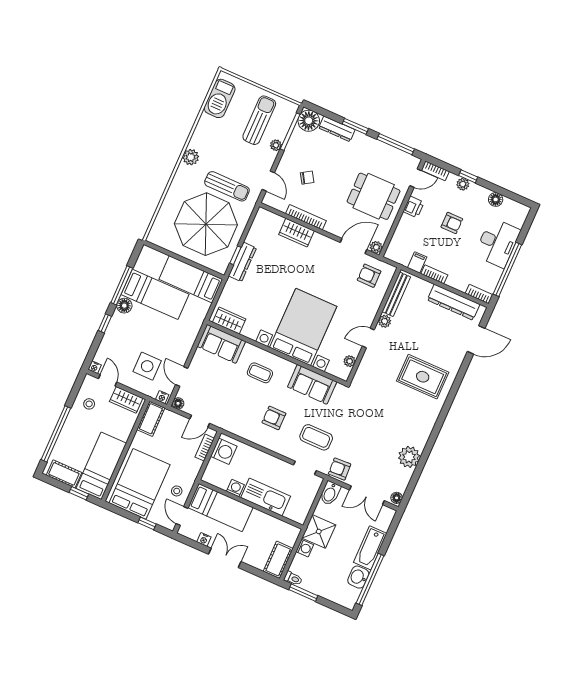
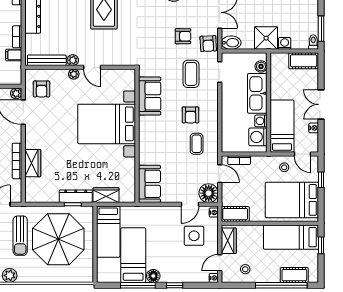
sun lounger: (227, 186) -> (20, 236), turned 180
wardrobe: (229, 321) -> (106, 195), moved, turned 90
plant: (350, 361) -> (74, 74), moved
coffee table: (260, 373) -> (197, 144), moved
floor lamp: (178, 403) -> (209, 193), width x1.89, depth x1.89
armchair: (359, 446) -> (183, 36), added
washing machine: (224, 451) -> (258, 137), moved, turned -90
cot: (64, 474) -> (294, 275), moved, turned 90
boiler: (292, 513) -> (261, 66), added
door: (182, 516) -> (303, 154), hinge flipped

